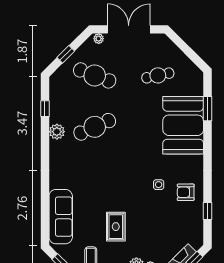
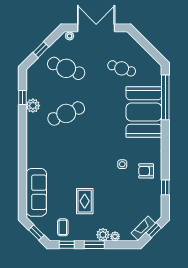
cafe table: (158, 75) -> (122, 68), turned 30
window: (208, 109) -> (165, 97), width x2.11
plant: (57, 132) -> (33, 106), moved

